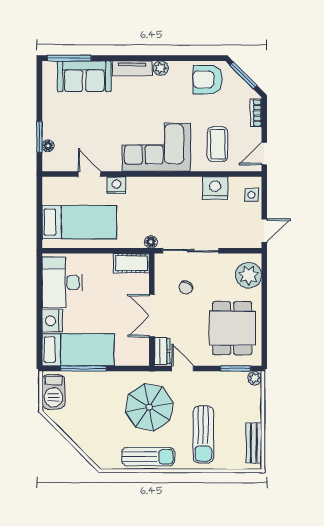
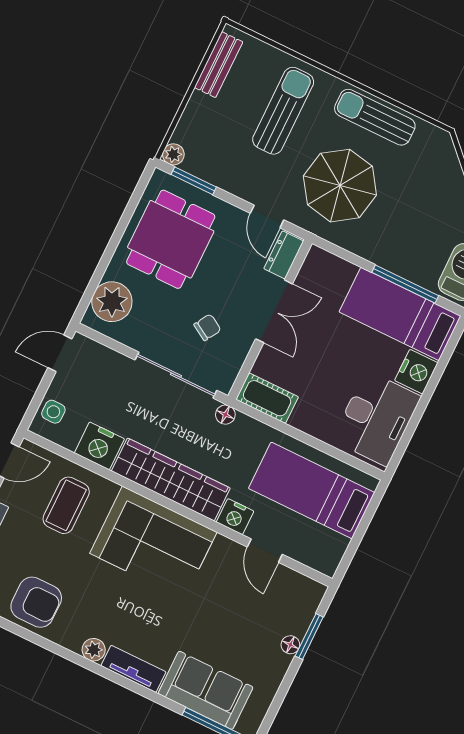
floor lamp: (48, 146) -> (290, 645), moved
wardrobe: (164, 189) -> (171, 480), added

